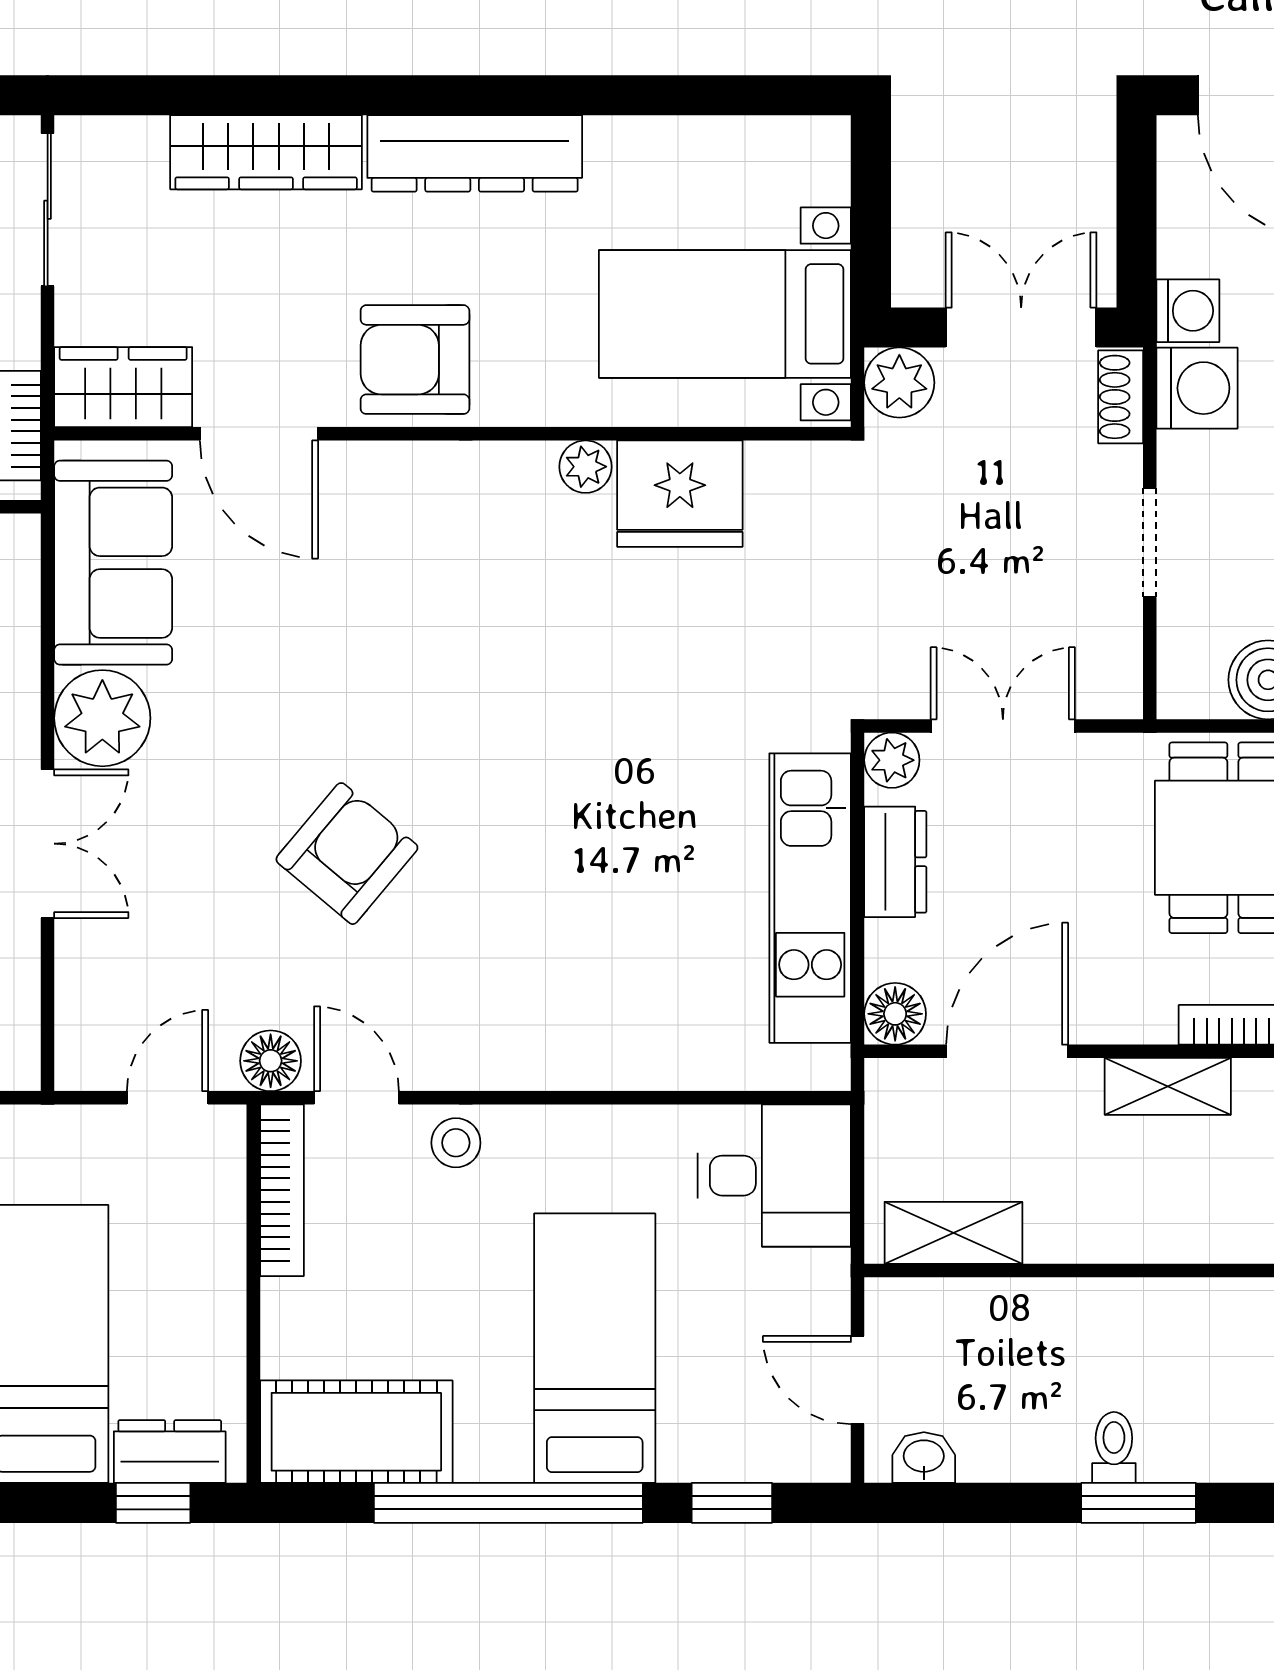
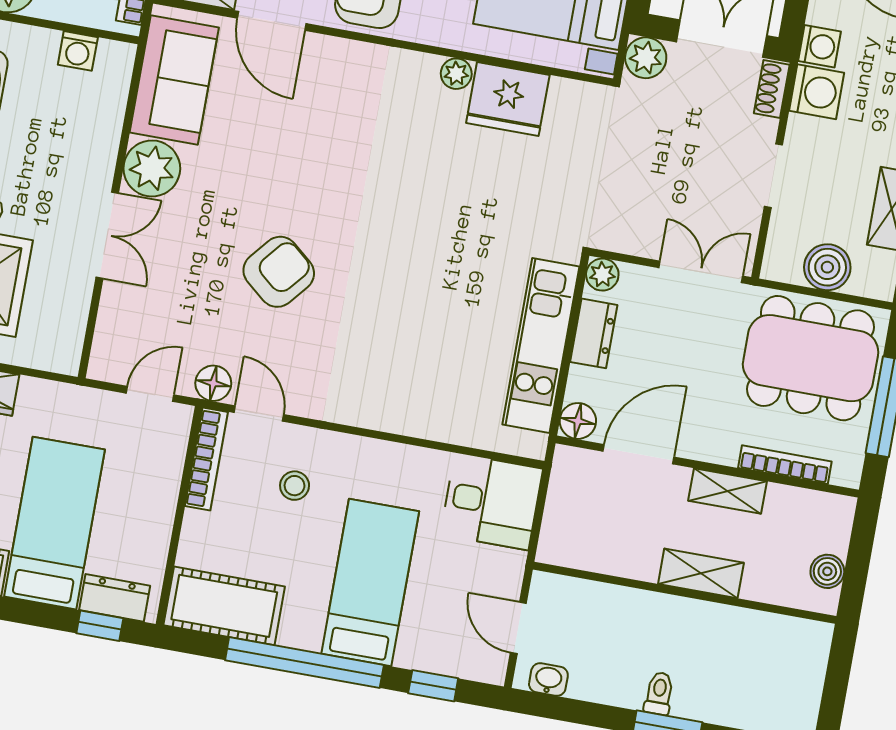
double door: (1003, 726) -> (701, 272), moved
stool: (456, 1143) -> (295, 486), moved
shelving: (953, 1233) -> (701, 573), moved

